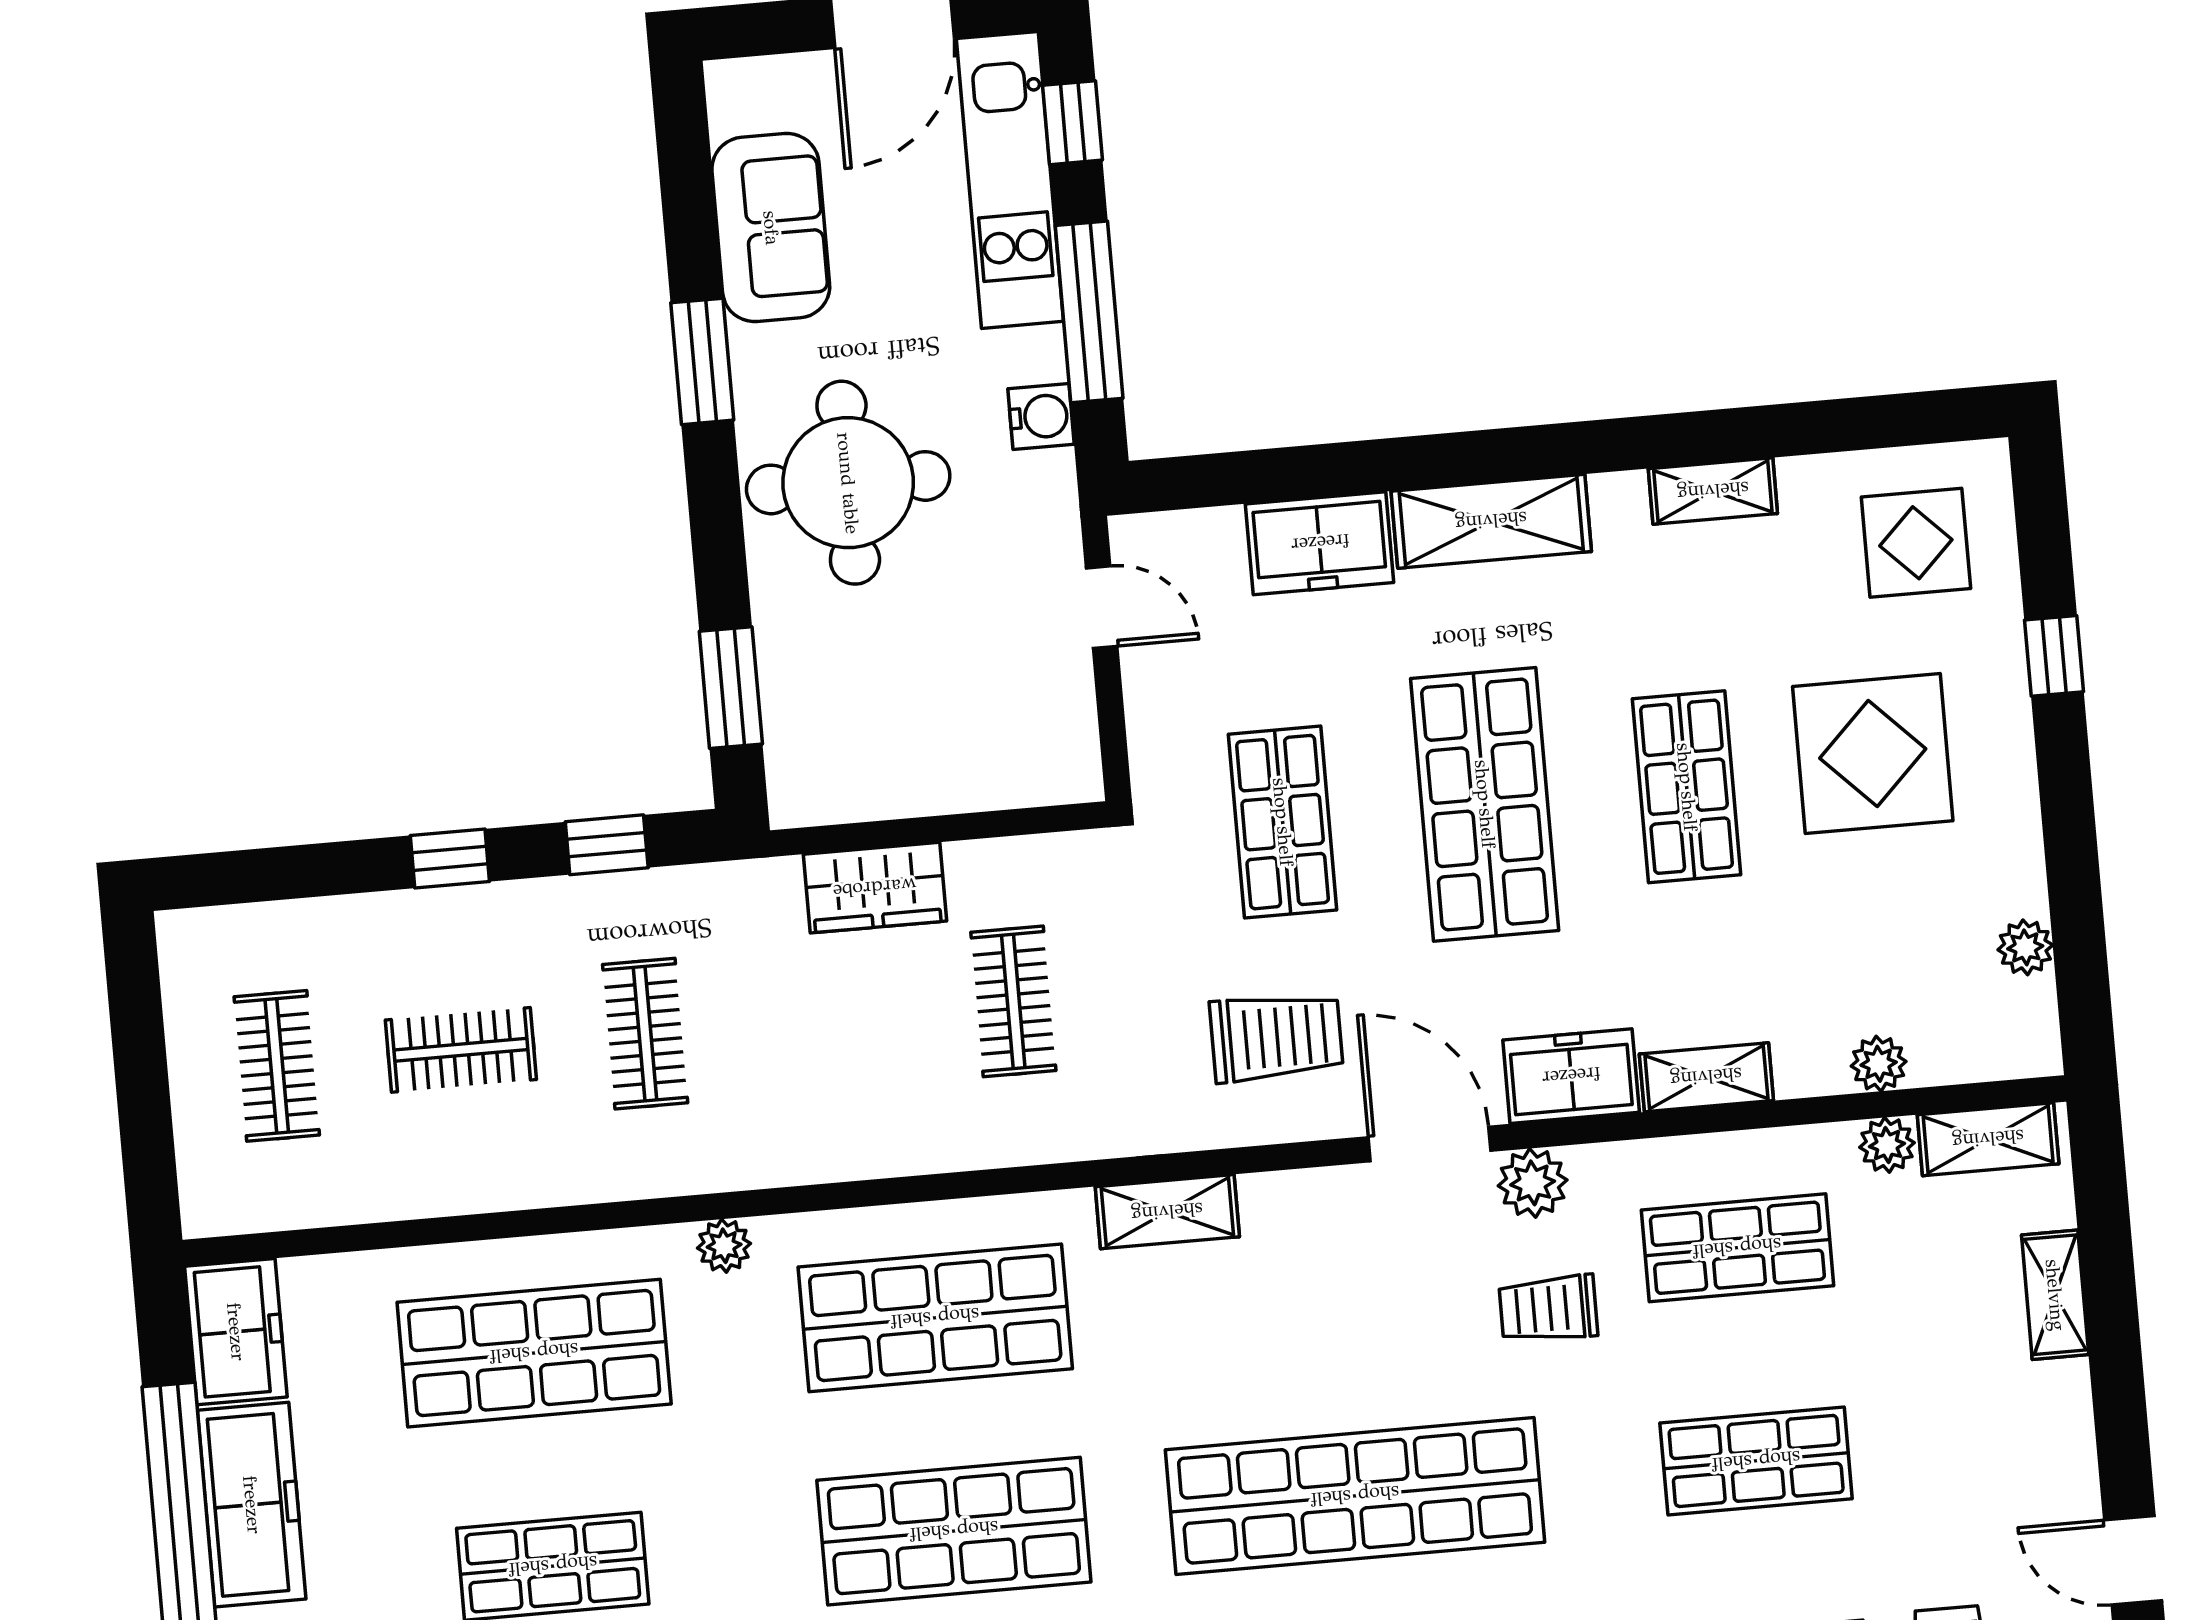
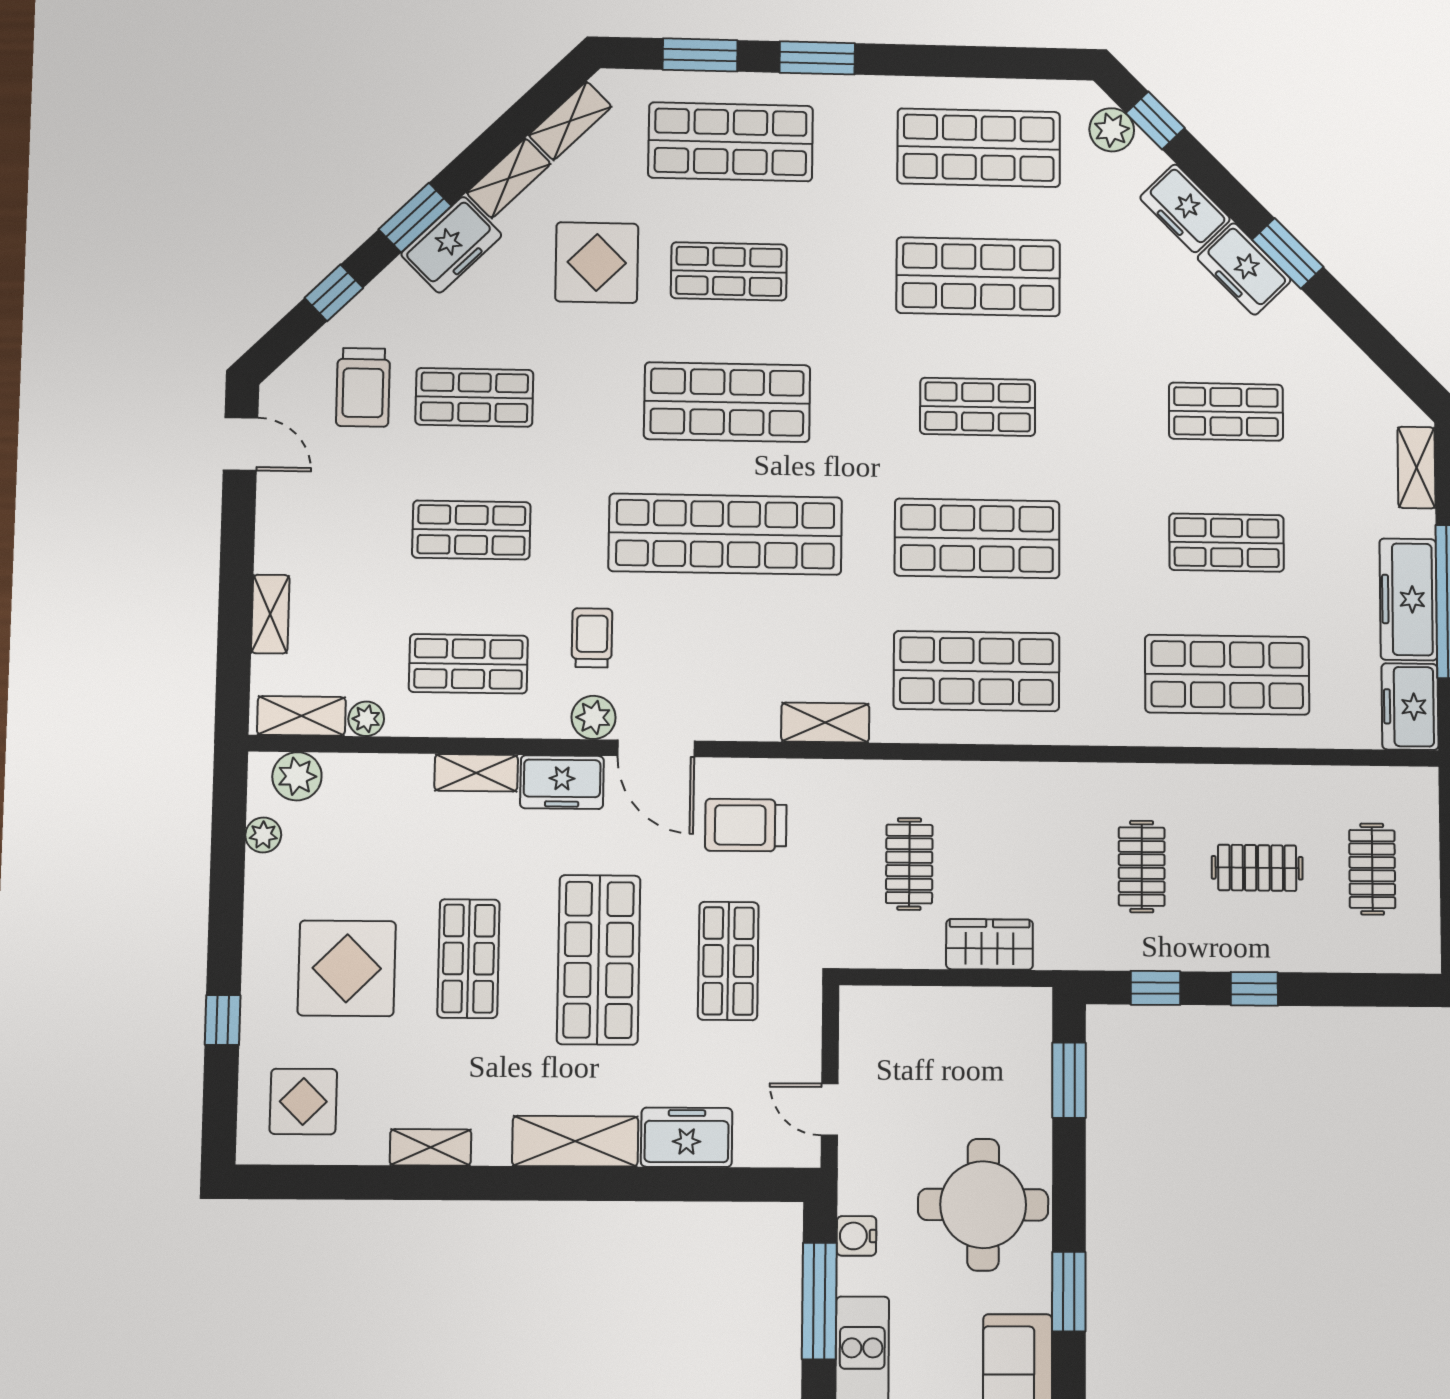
plant: (1879, 1064) -> (297, 776), moved, width x1.38, depth x1.38
plant: (724, 1246) -> (1104, 729), removed
trolley: (1548, 1309) -> (592, 638), turned -90

